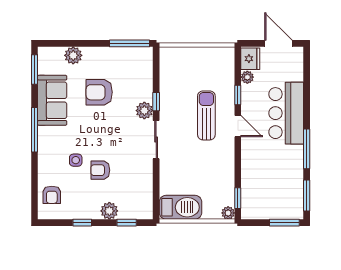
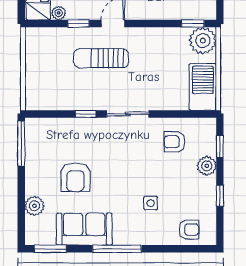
plant: (144, 111) -> (96, 127), removed
armchair: (100, 170) -> (175, 142), moved, turned 90
plant: (228, 213) -> (203, 41), width x1.88, depth x1.88

